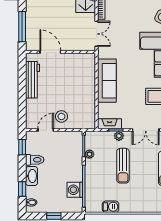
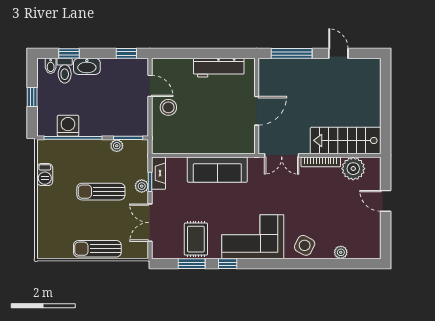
door: (50, 52) -> (257, 111), moved
toilet: (35, 160) -> (65, 71), moved

